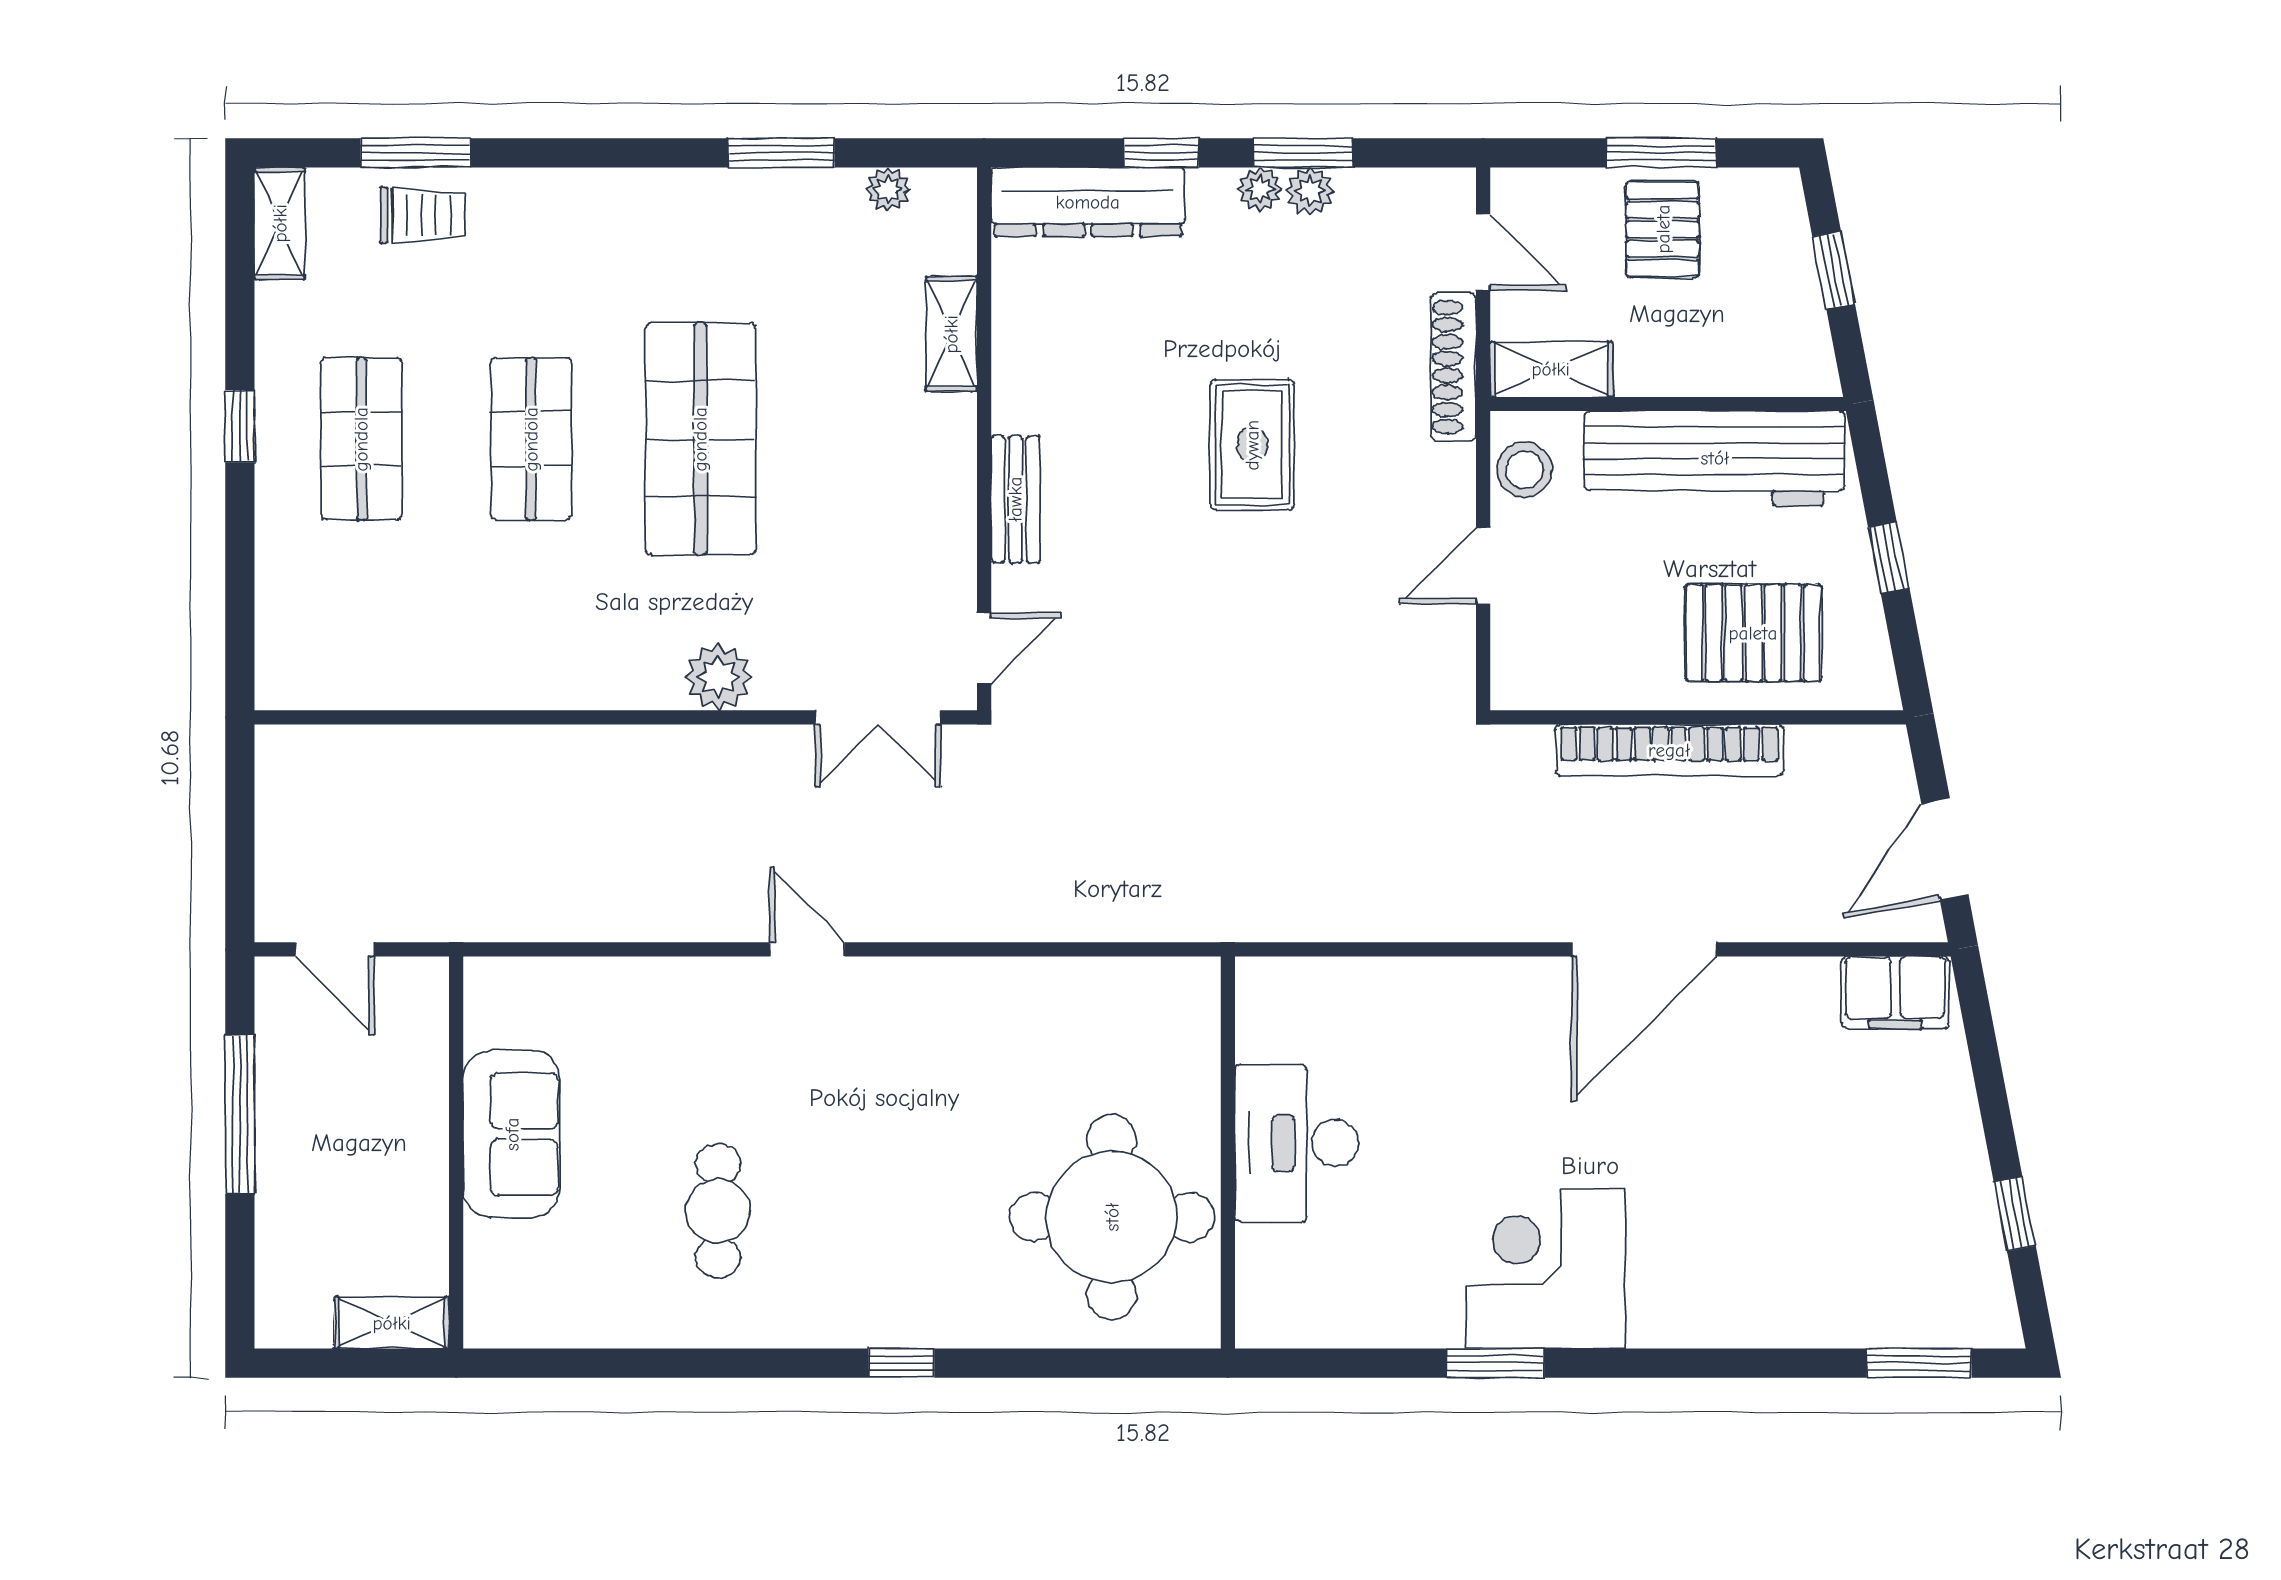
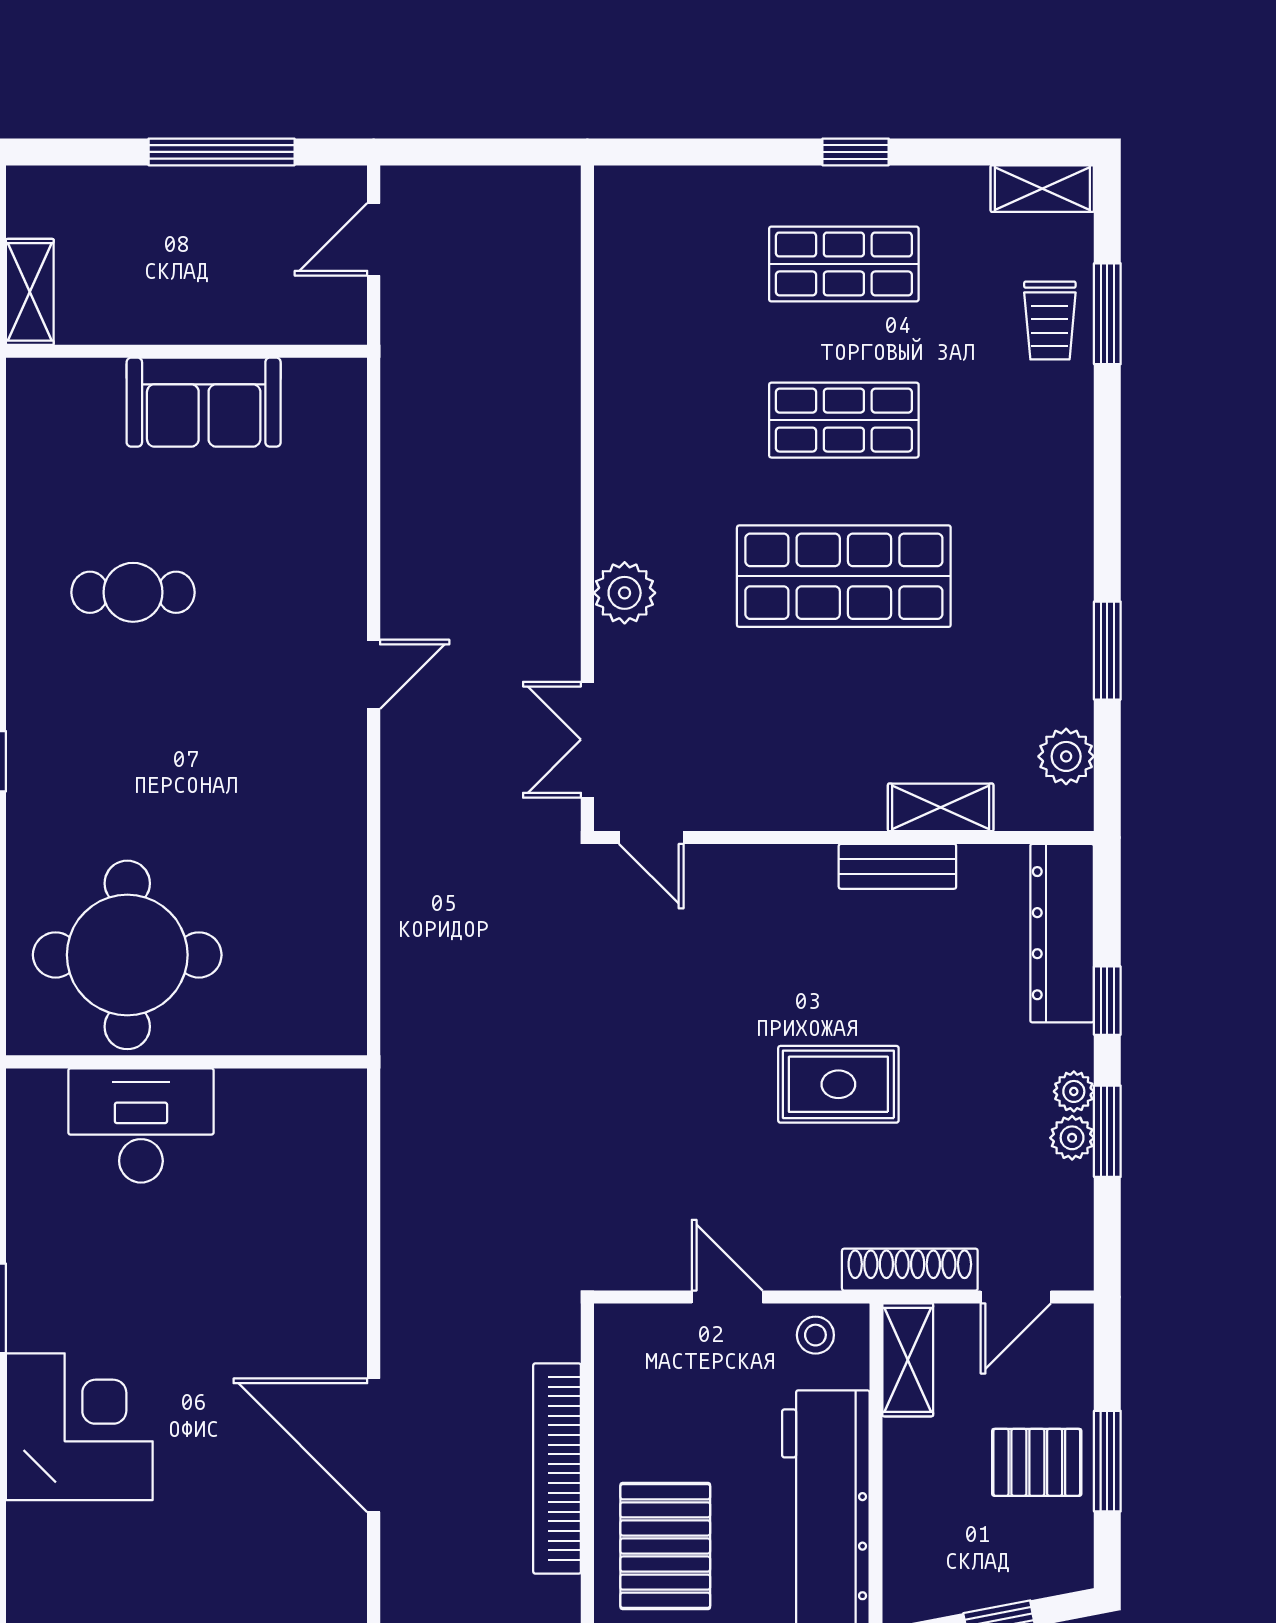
plant: (888, 189) -> (1066, 756), width x1.38, depth x1.38
stool: (1524, 470) -> (815, 1335), width x0.73, depth x0.73
bench: (1015, 499) -> (897, 866), moved
desk: (1297, 1143) -> (141, 1125), moved
corner desk: (1545, 1269) -> (79, 1427), moved

